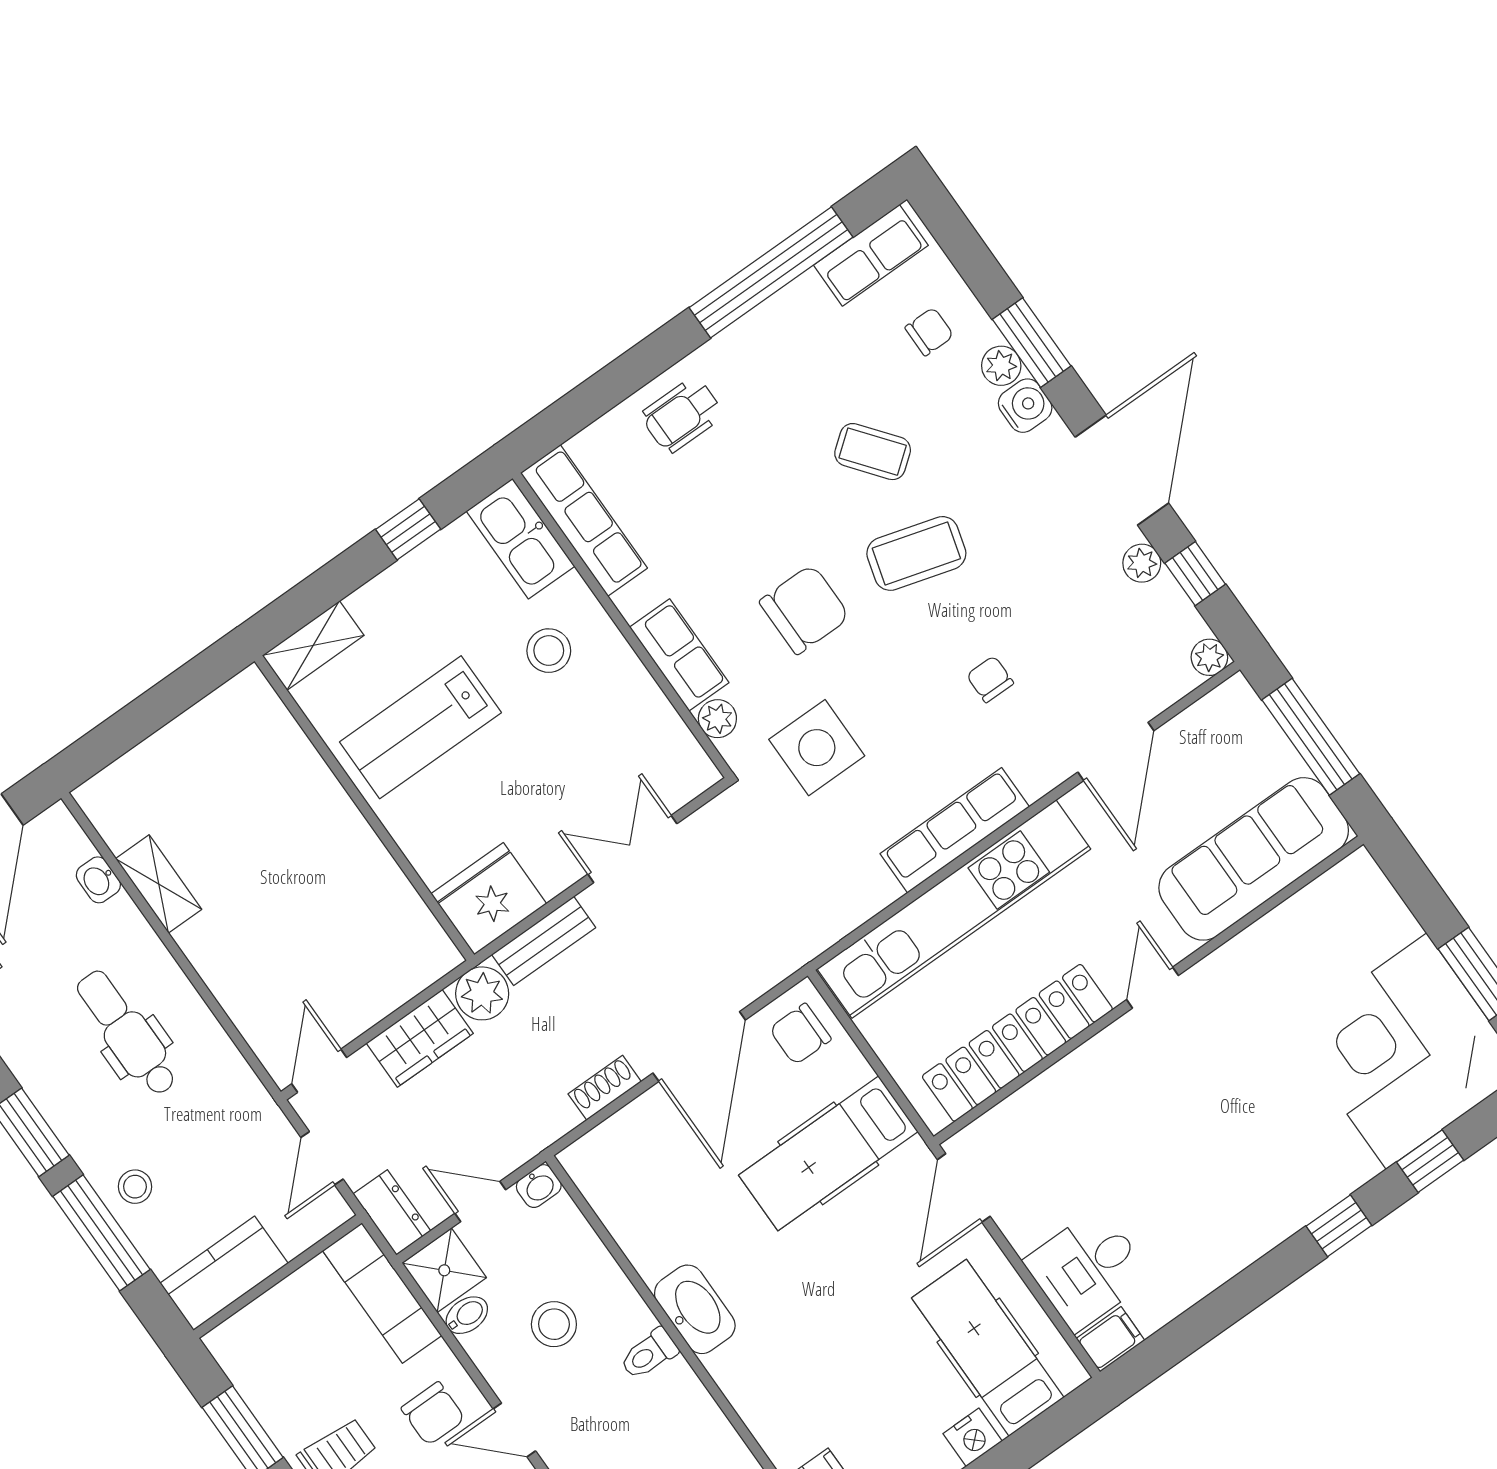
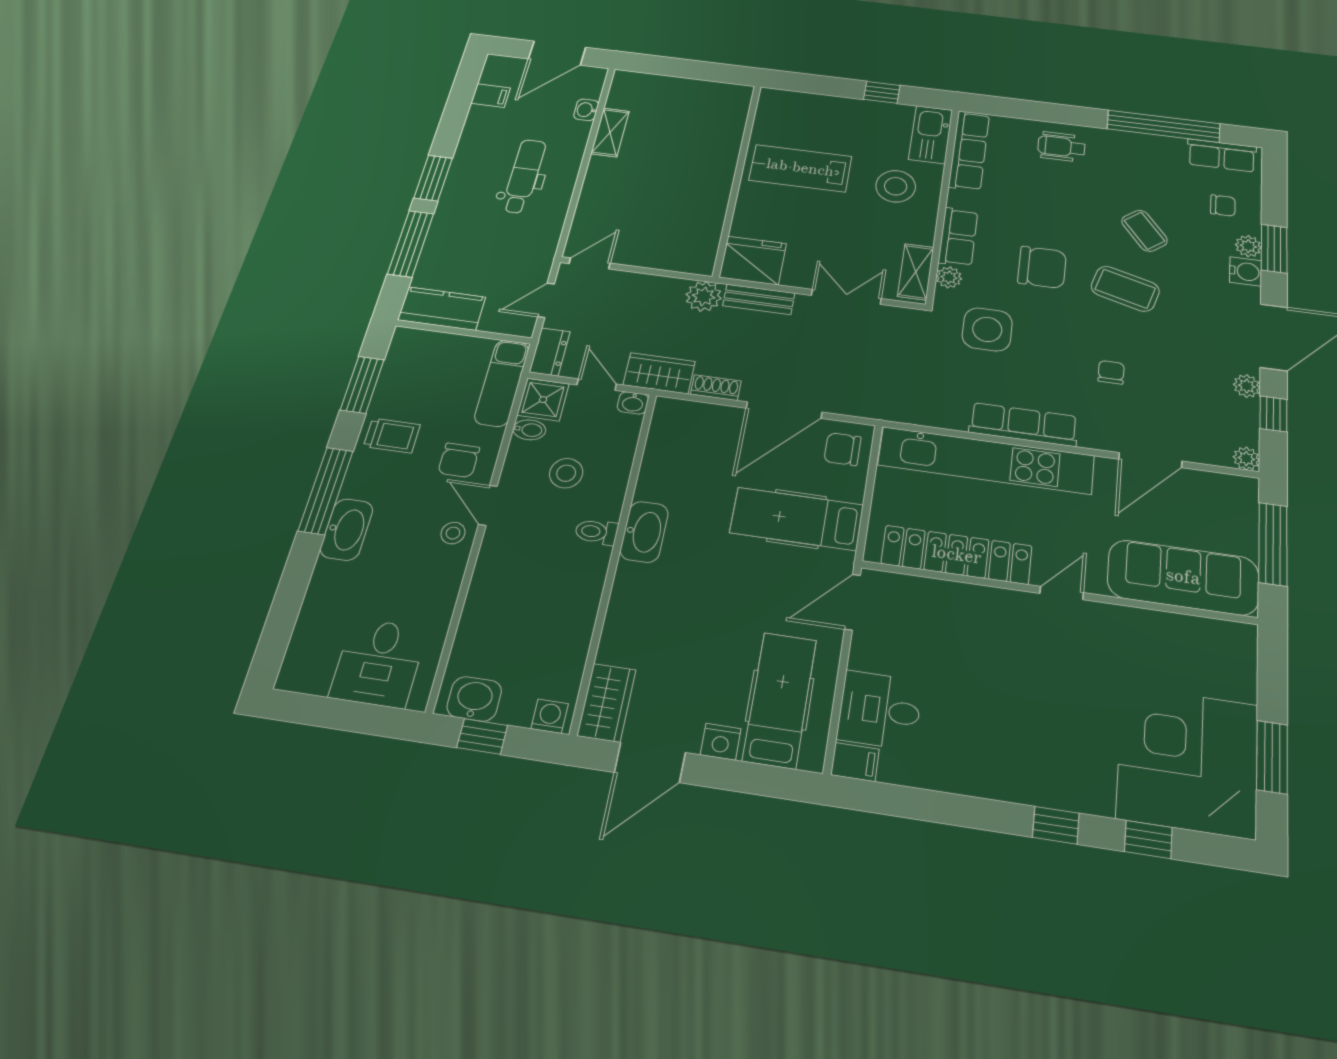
shelving: (313, 645) -> (916, 272), moved, turned 90
stool: (549, 651) -> (896, 186), width x1.38, depth x1.38
wardrobe: (420, 1038) -> (659, 373), moved, turned 180
stool: (135, 1187) -> (449, 238), removed

